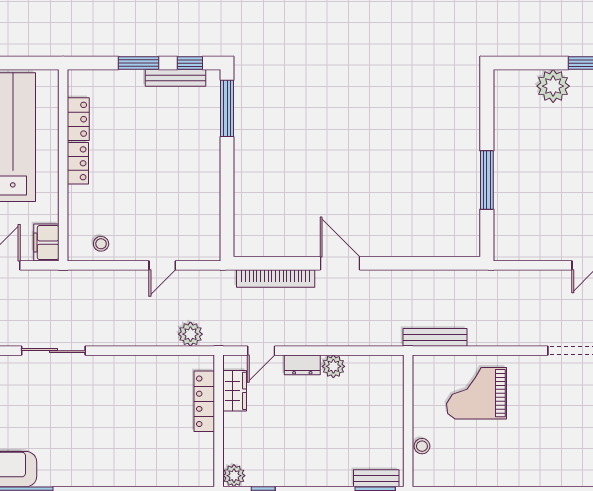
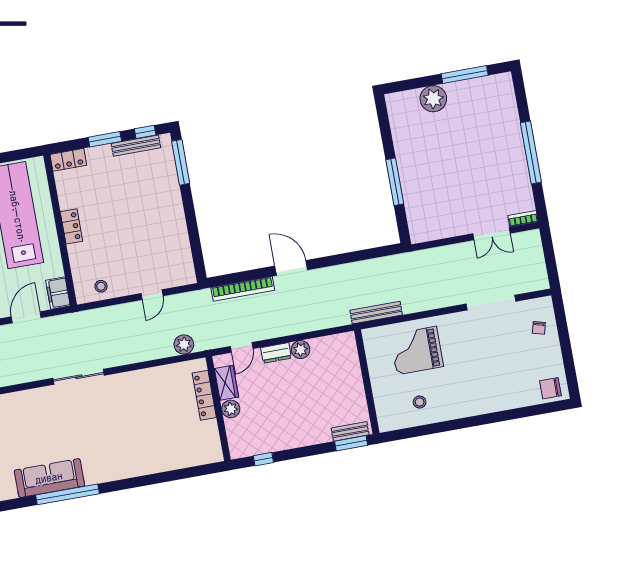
locker: (78, 119) -> (68, 160), moved, turned 90
stool: (422, 446) -> (420, 402), moved
plant: (234, 476) -> (231, 409), moved

